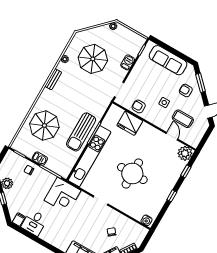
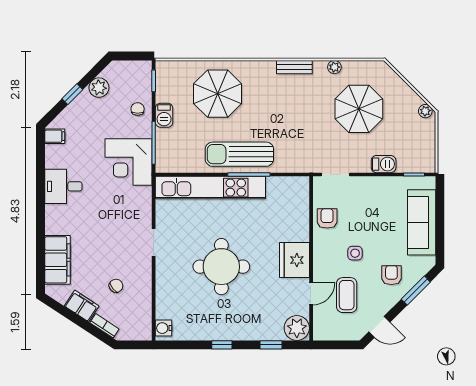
fridge: (130, 123) -> (294, 260), moved
corner desk: (62, 195) -> (129, 162), moved
desk: (34, 223) -> (63, 186), moved

